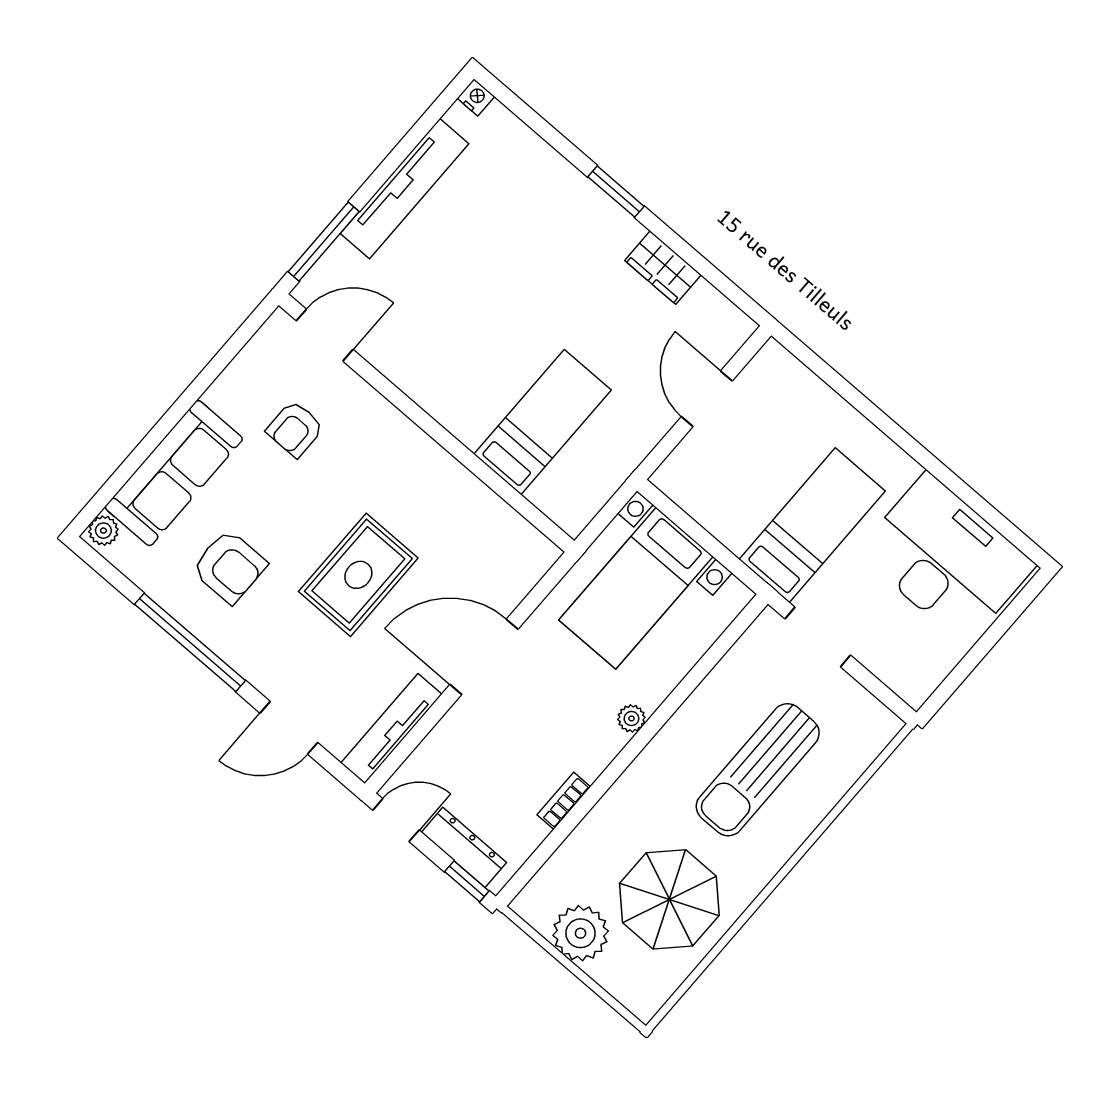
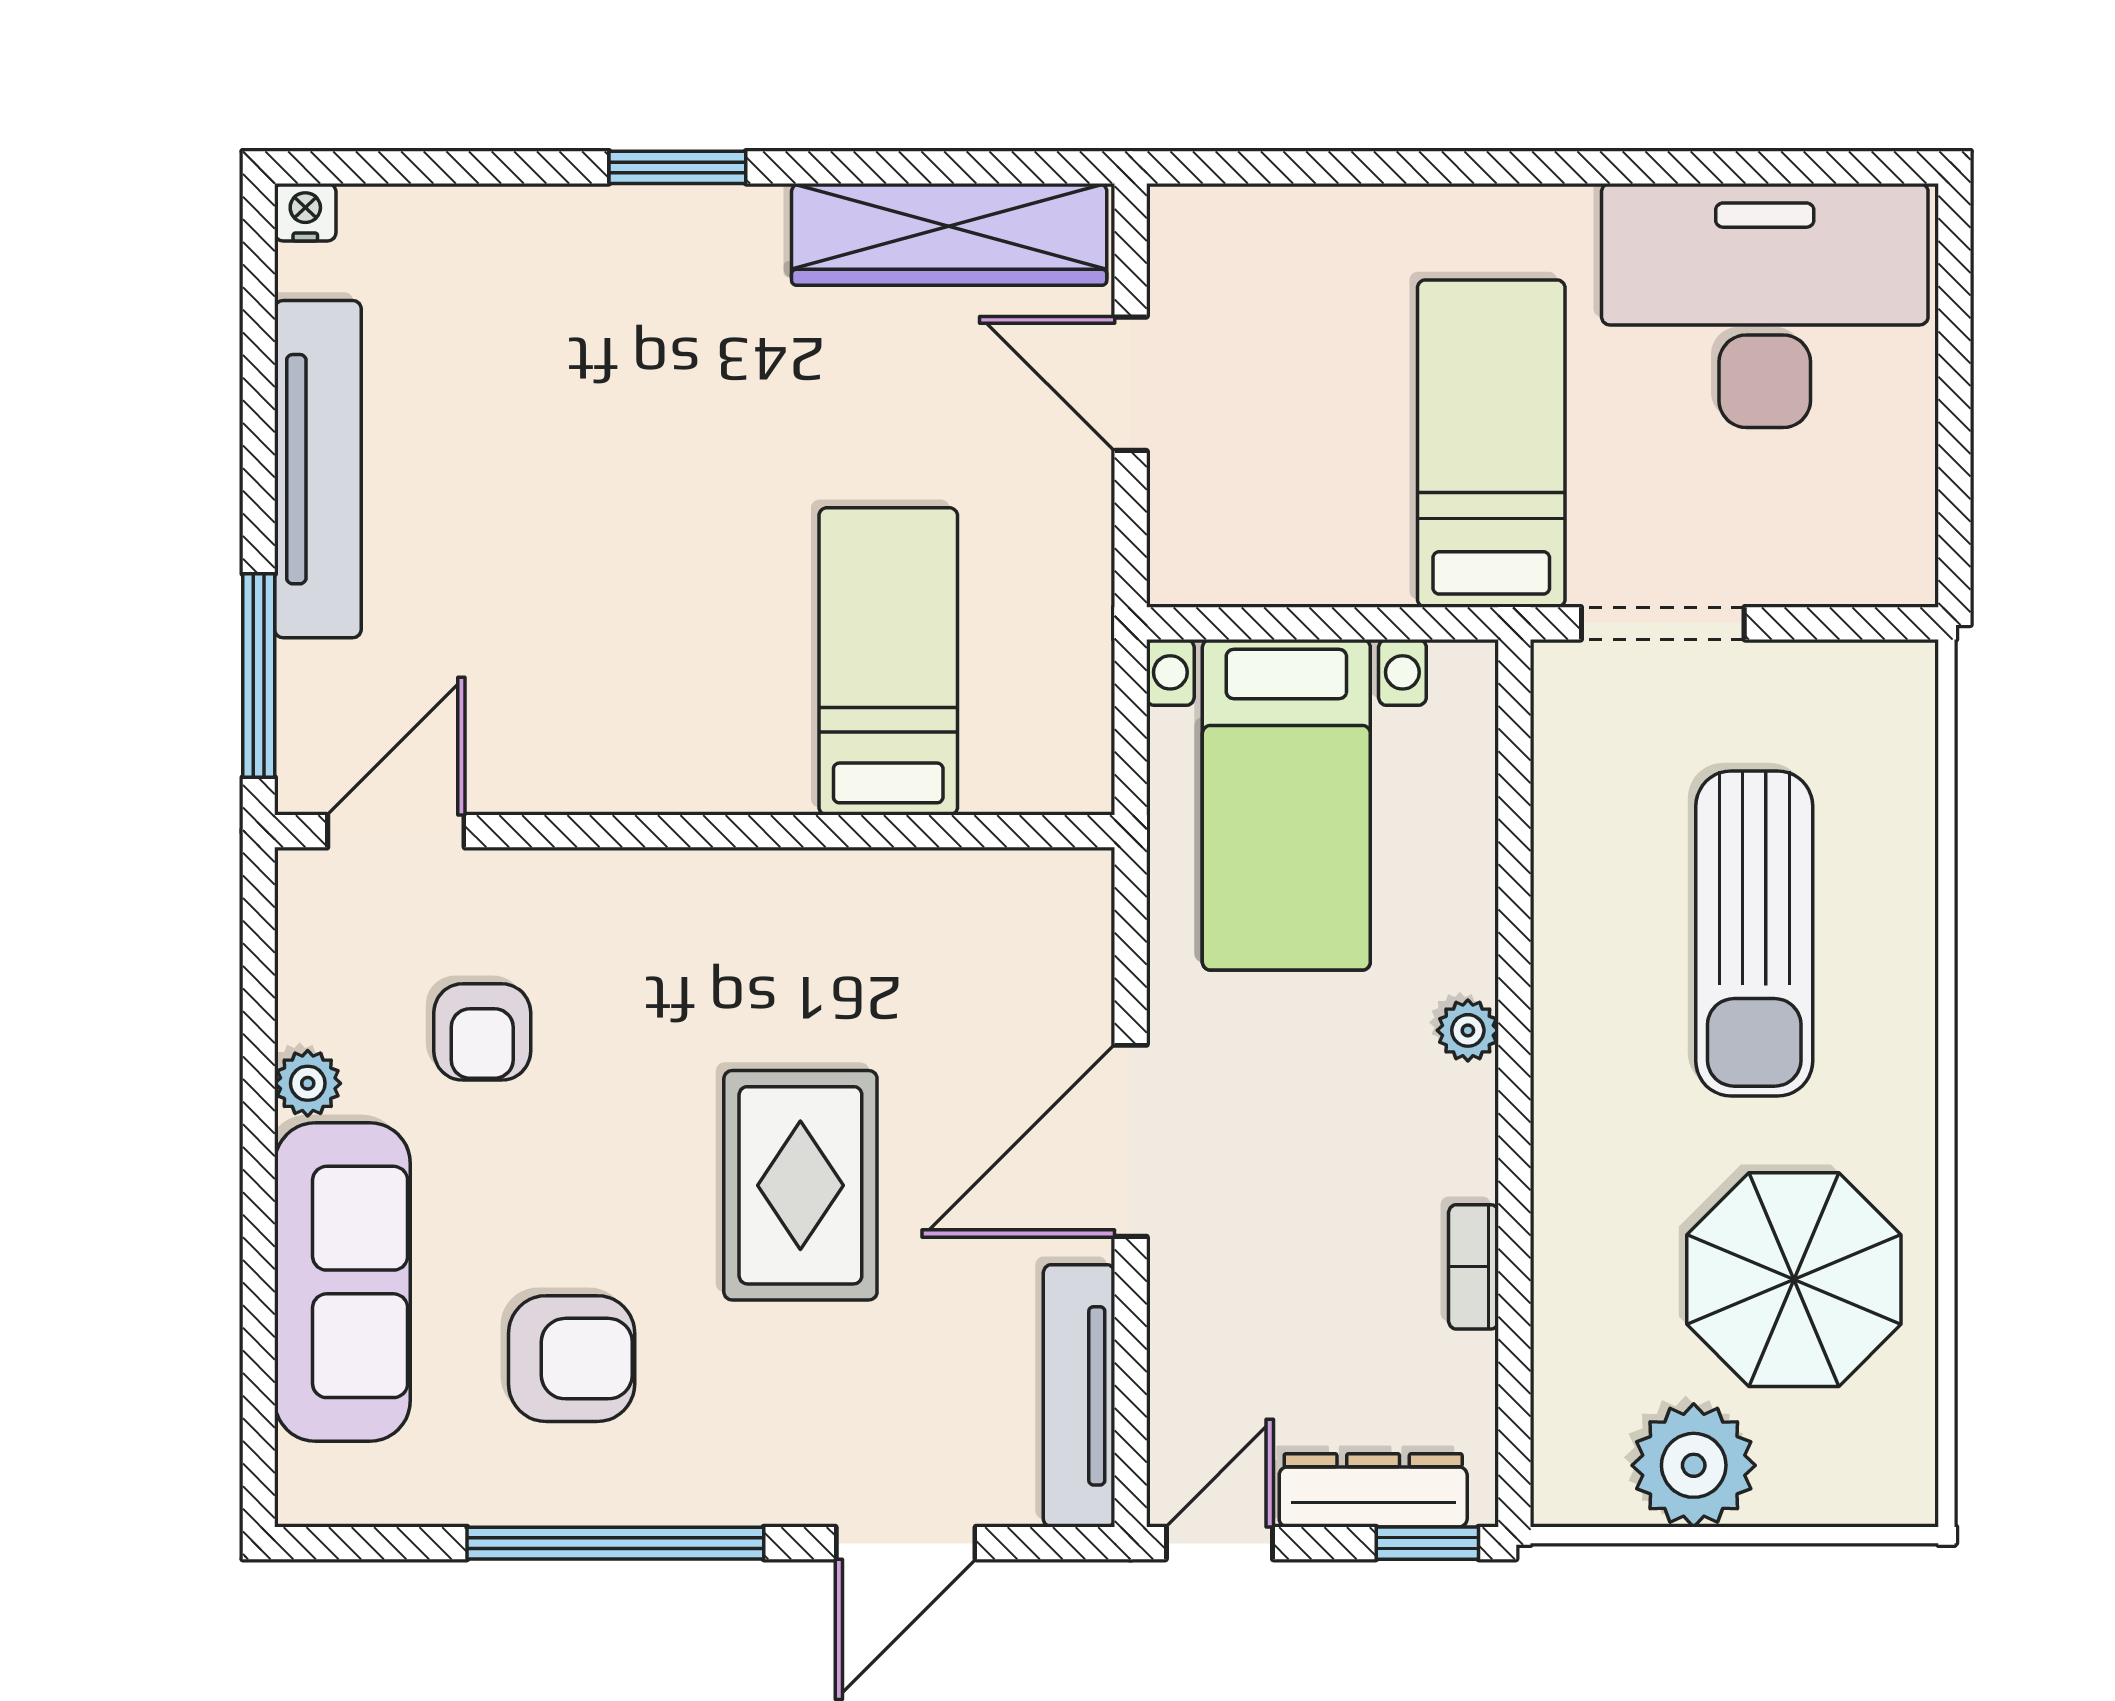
wardrobe: (663, 268) -> (949, 234), width x2.10, depth x1.17
plant: (103, 531) -> (308, 1083), moved

